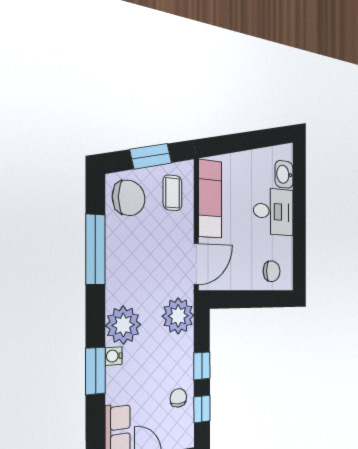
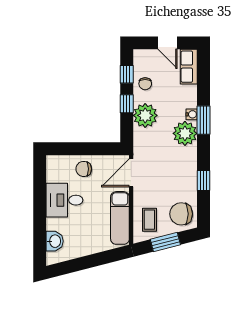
desk: (274, 212) -> (64, 200), moved
window: (95, 250) -> (203, 180), width x0.46
chair: (272, 271) -> (84, 169), moved
plant: (178, 316) -> (145, 115), moved
window: (96, 371) -> (203, 120), moved

